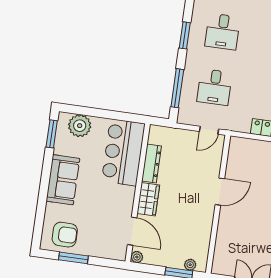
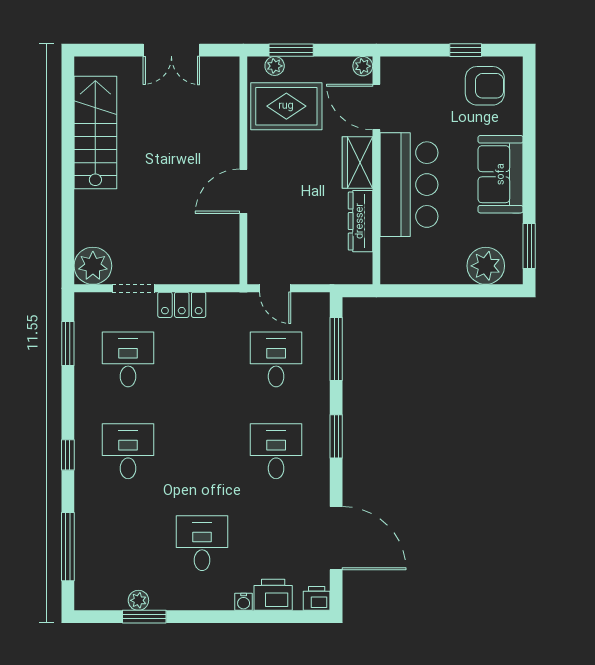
door: (209, 130) -> (275, 288), swing flipped
bar counter: (123, 152) -> (409, 185), moved
armchair: (65, 235) -> (485, 86), turned 180
rug: (187, 239) -> (286, 106), added
window: (73, 258) -> (466, 50), width x0.67

